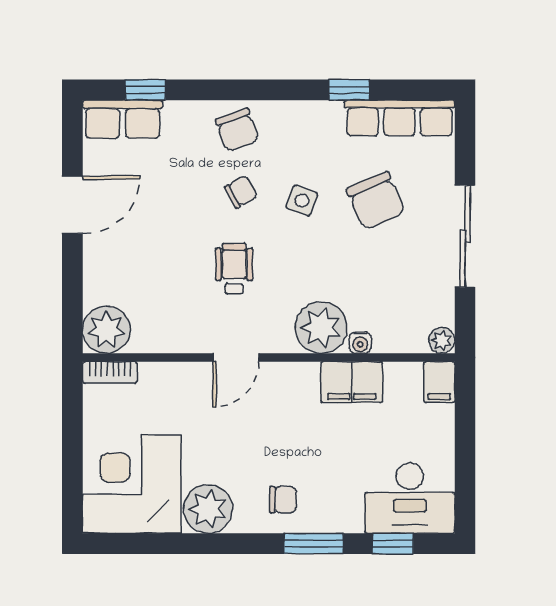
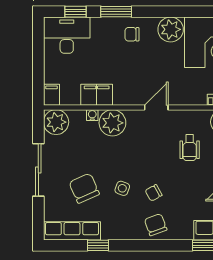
wheelchair: (234, 269) -> (190, 148), moved
plant: (442, 340) -> (56, 122), width x1.88, depth x1.88

